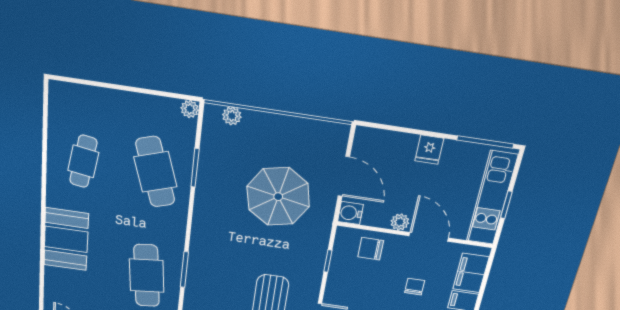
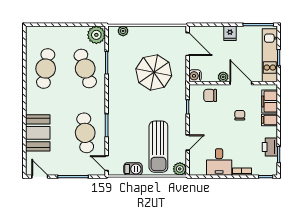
plant: (190, 109) -> (96, 35), width x1.88, depth x1.88
cafe table: (83, 161) -> (46, 69), width x1.37, depth x1.35
door: (344, 176) -> (188, 44), moved
booth: (66, 239) -> (38, 133), moved

